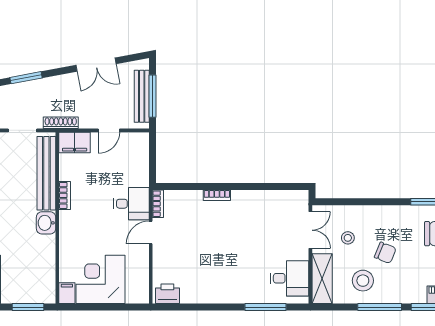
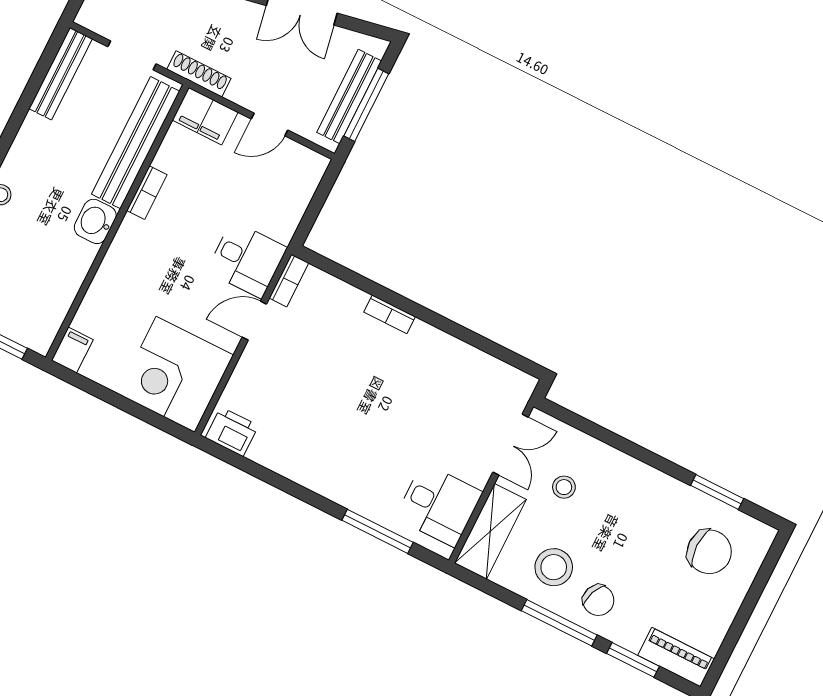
chair: (385, 253) -> (598, 600), moved
corner desk: (100, 279) -> (175, 374), moved, turned -90

